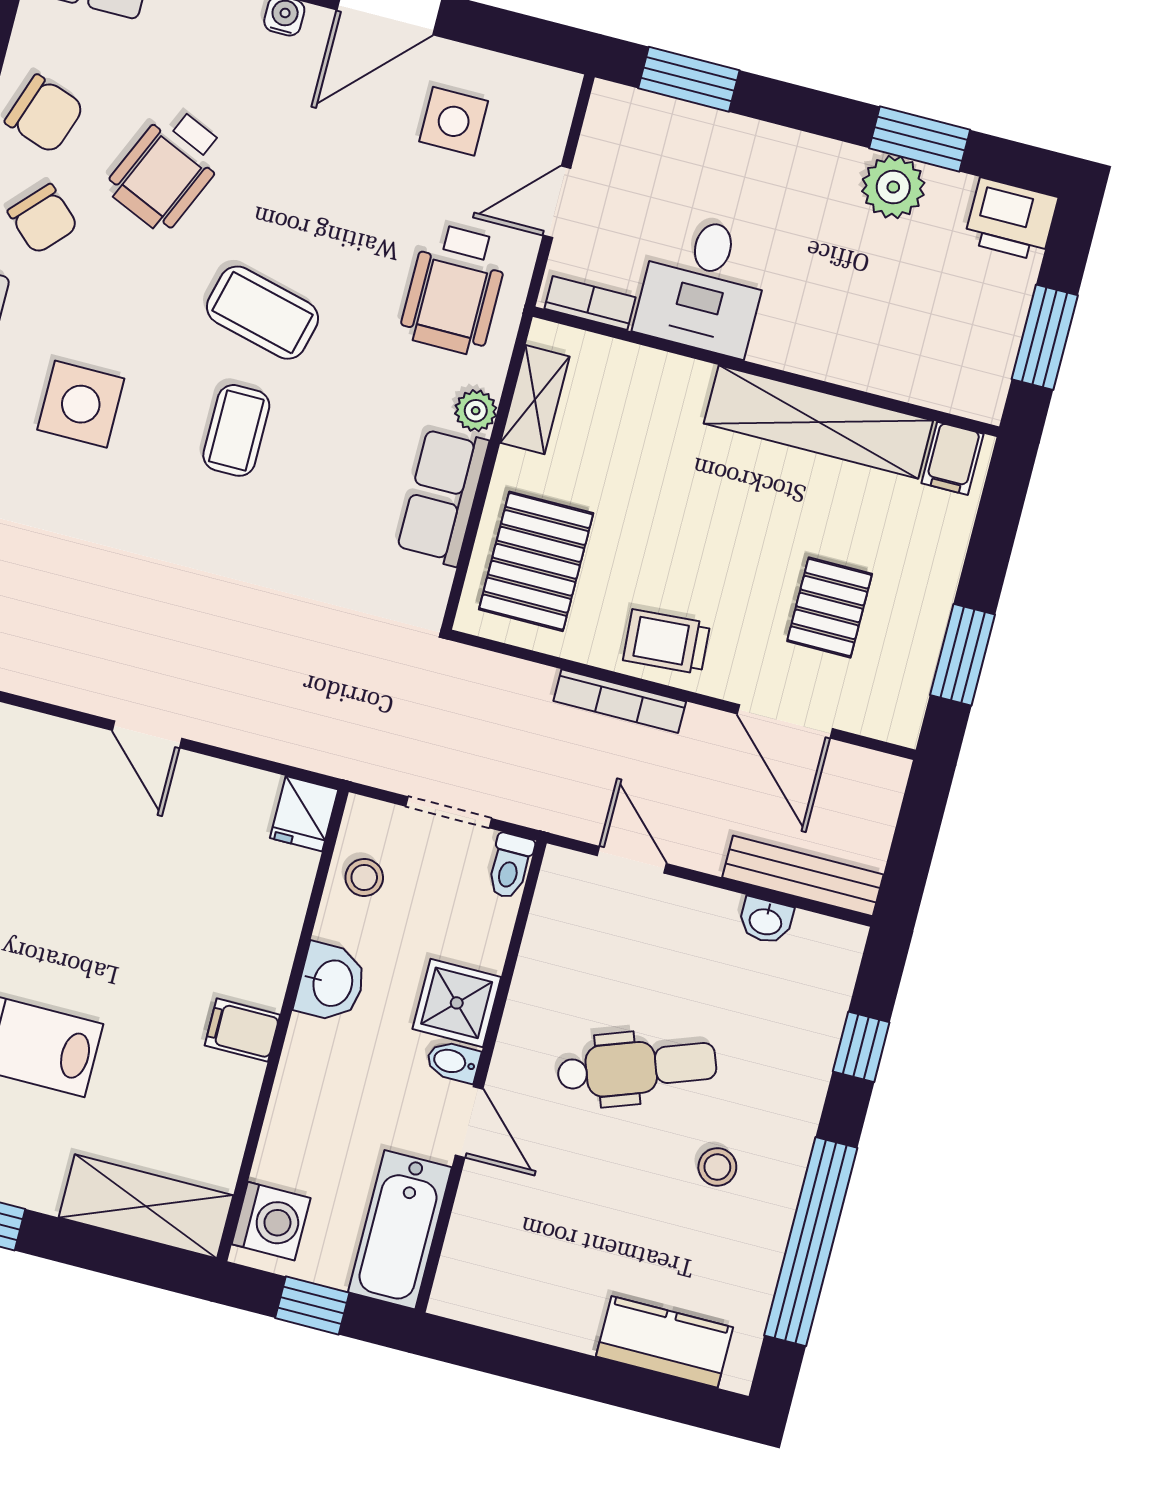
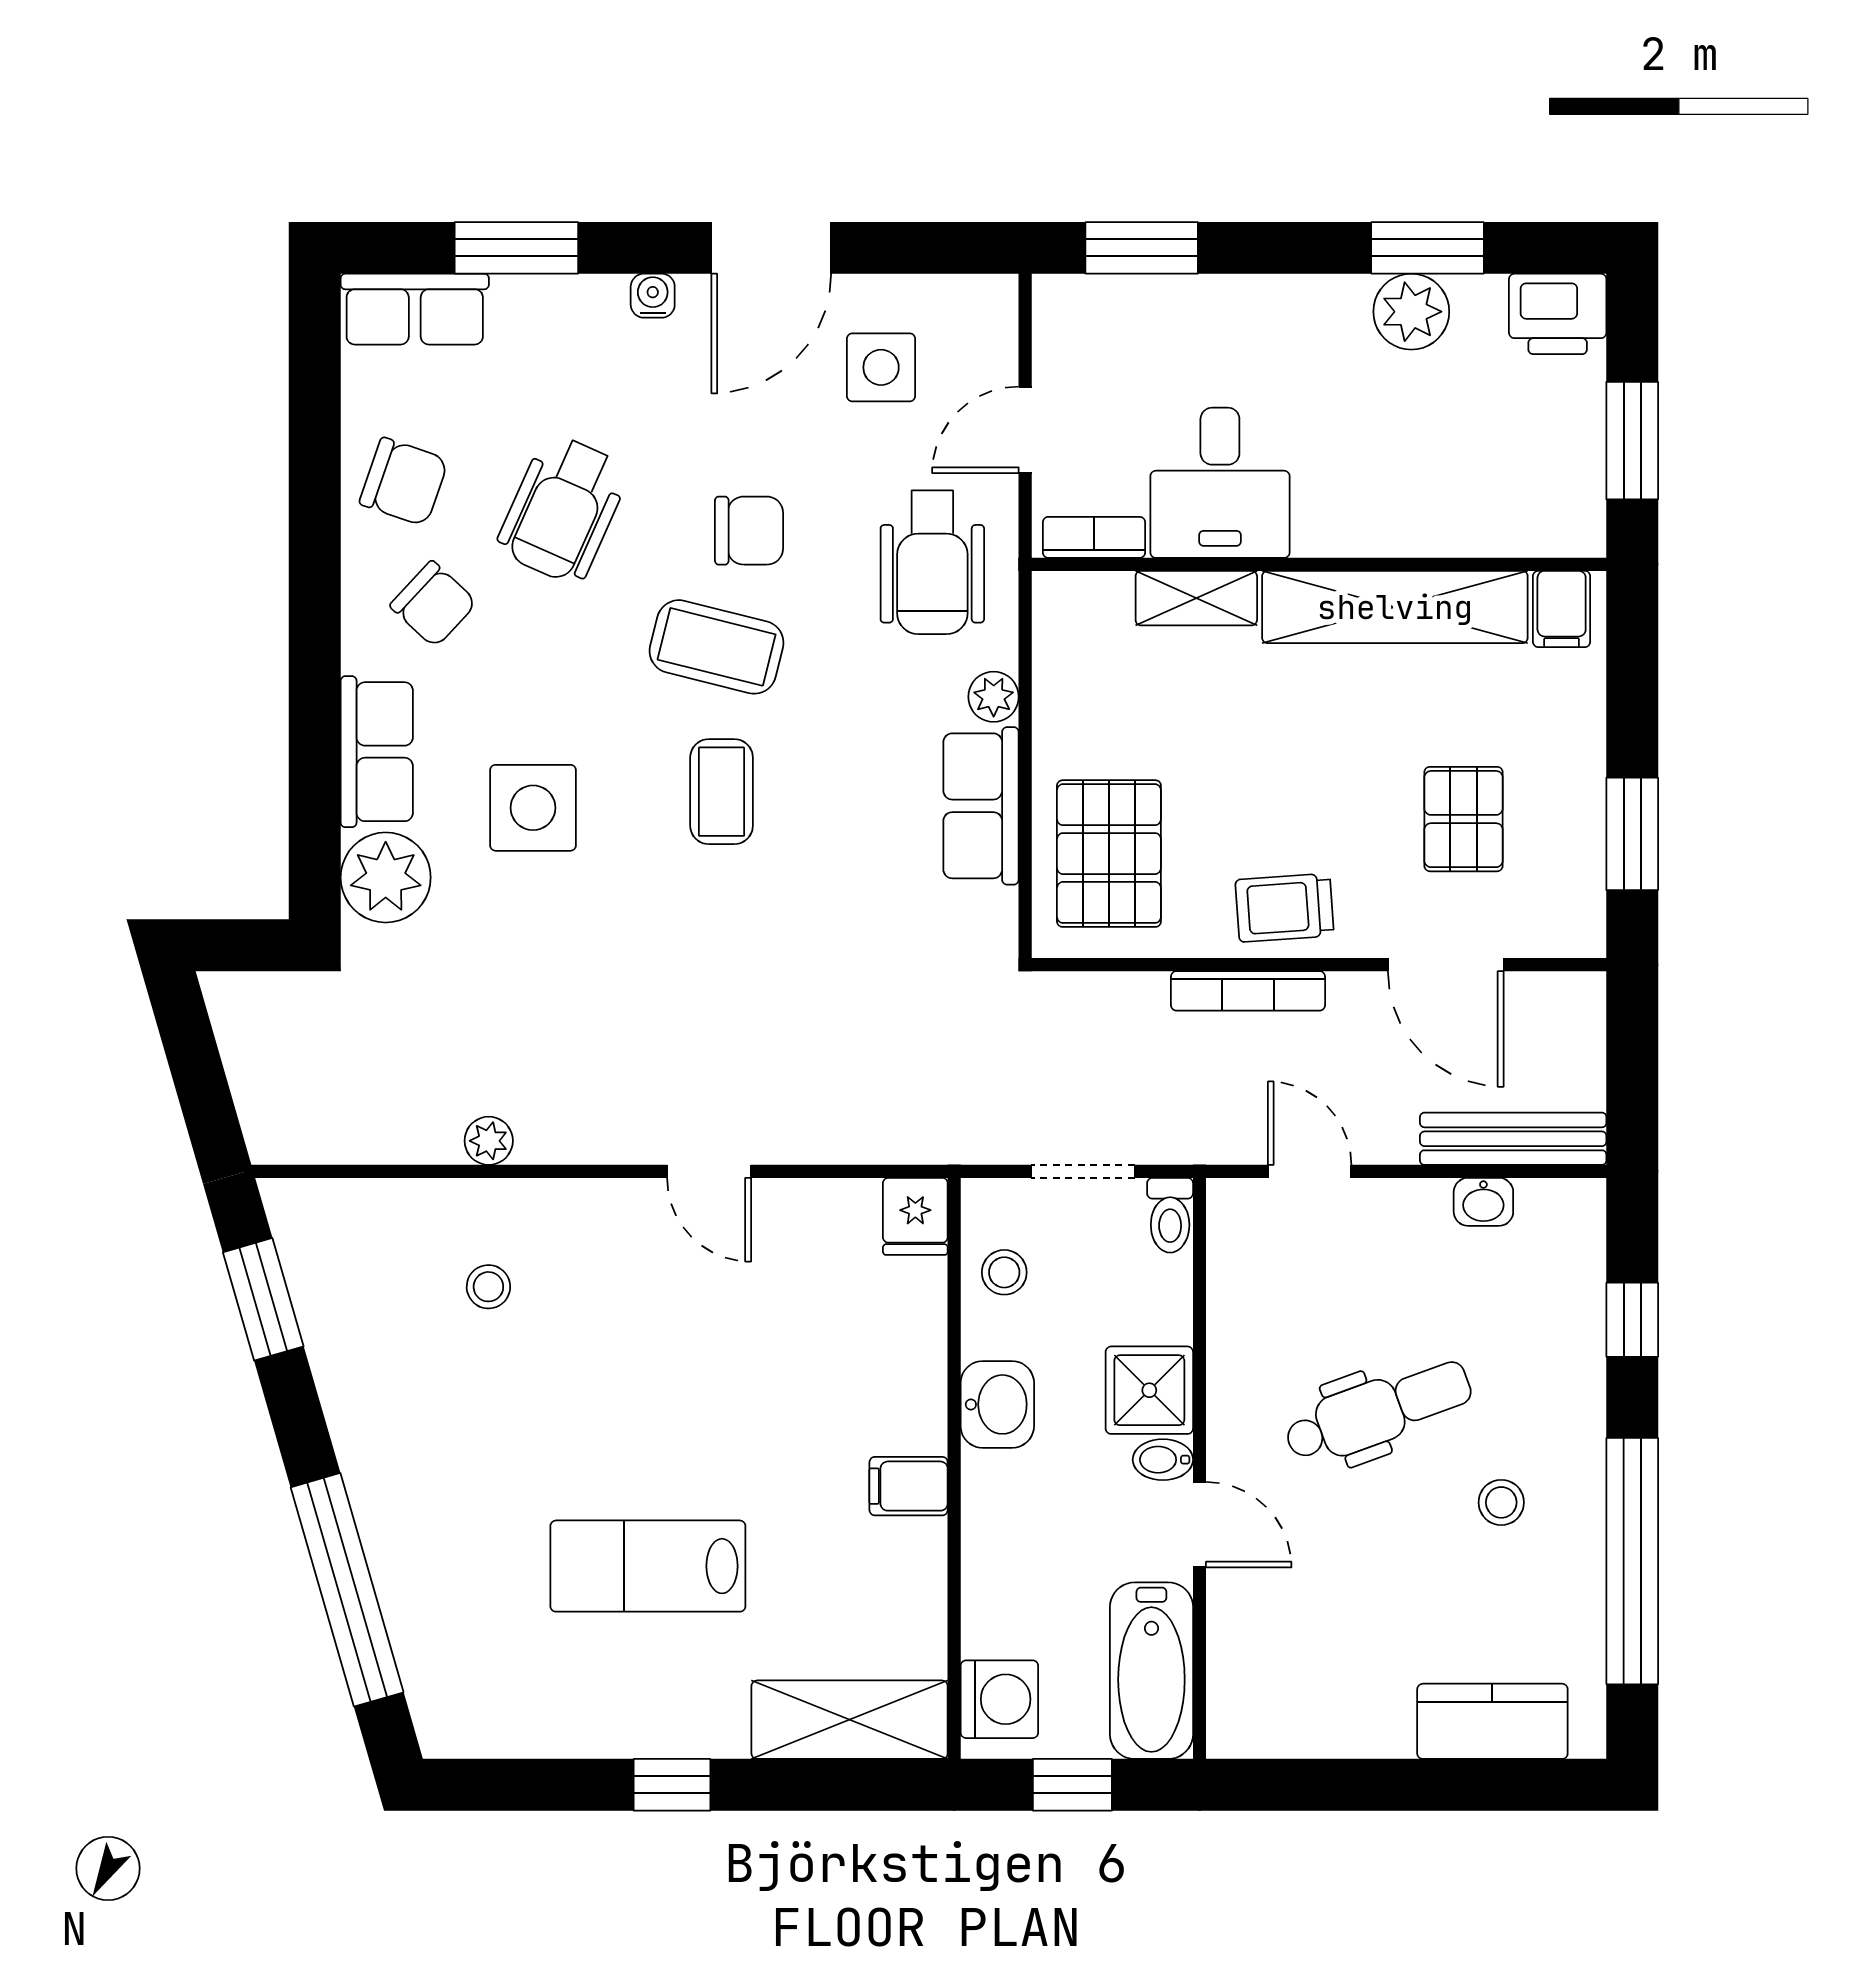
chair: (313, 226) -> (749, 531), added
shelving: (535, 400) -> (1196, 598), moved, turned 90

